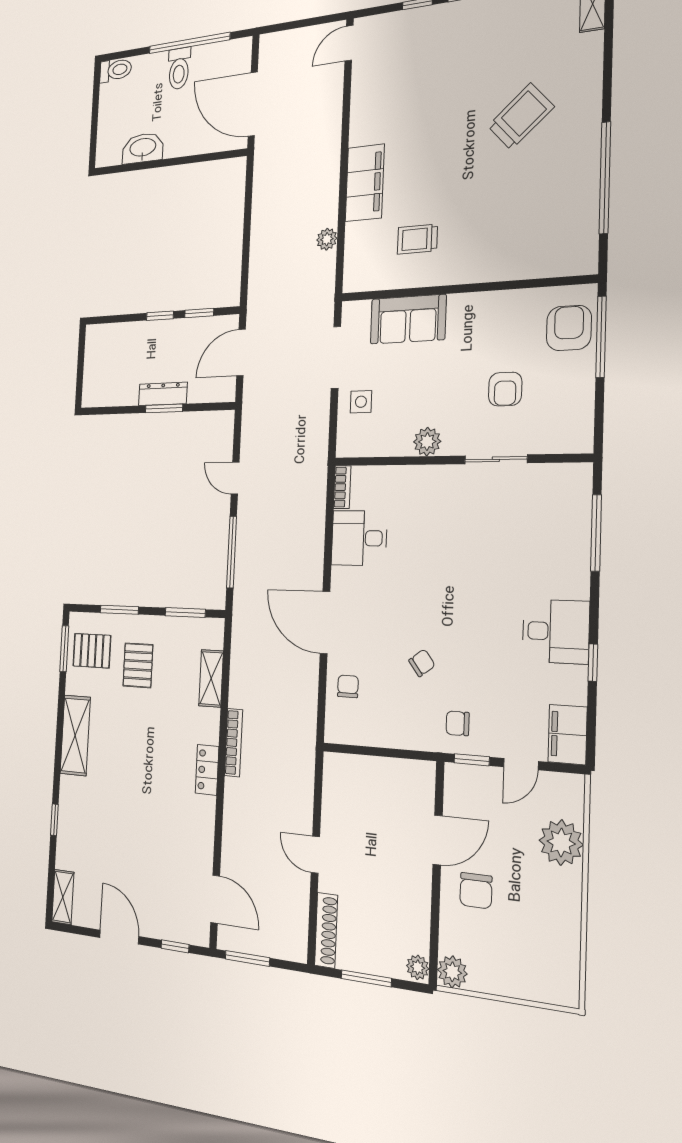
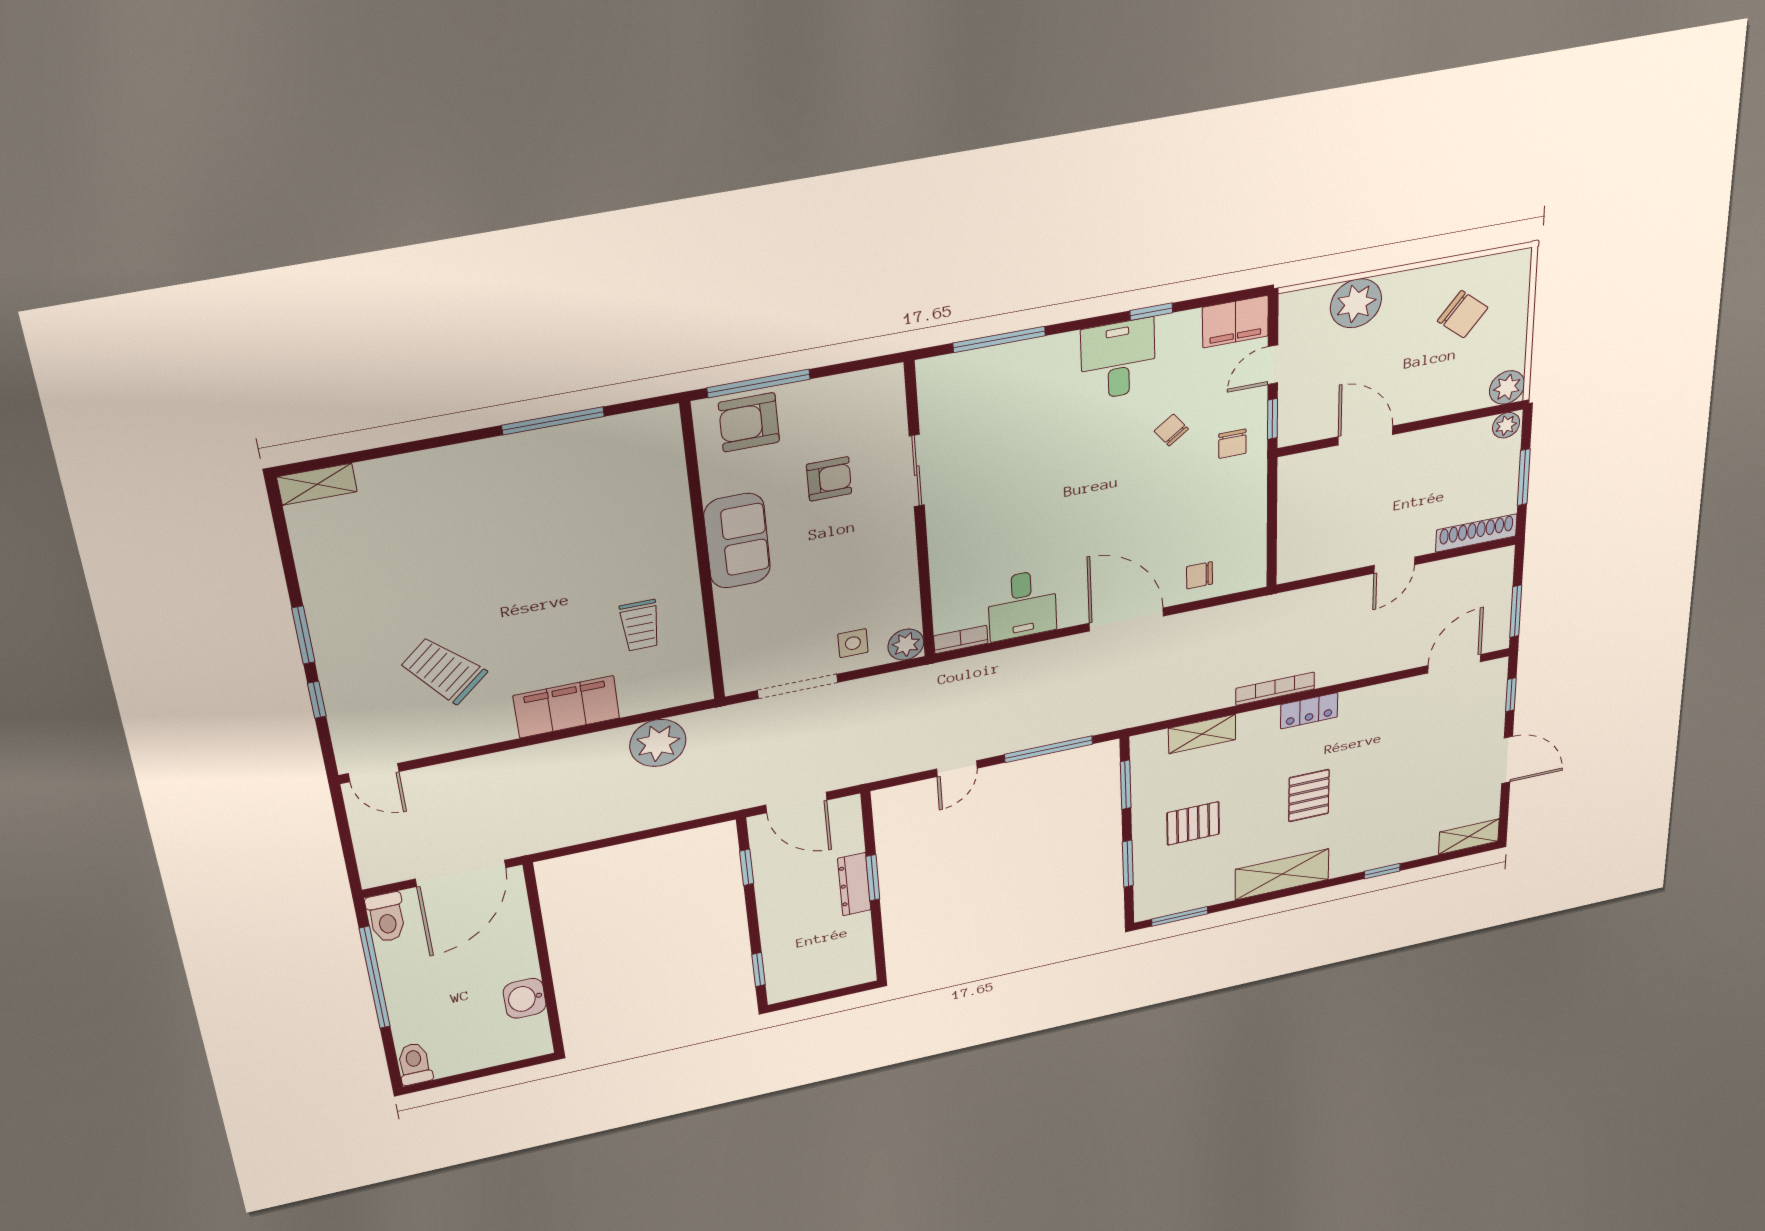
toilet: (179, 68) -> (386, 917), moved, turned 90
trolley: (521, 117) -> (443, 670), moved
washbasin: (143, 148) -> (525, 998), width x0.72
window: (605, 178) -> (553, 421), width x0.68
plant: (327, 239) -> (658, 743), width x1.88, depth x1.88
window: (160, 316) -> (759, 970), moved
sofa: (408, 319) -> (737, 541), moved
plant: (427, 442) -> (906, 645), moved
door: (325, 623) -> (1126, 620), swing flipped
pallet: (92, 651) -> (1309, 796), moved
chair: (422, 663) -> (1171, 430), moved
door: (521, 764) -> (1273, 365), swing flipped
chair: (476, 891) -> (1463, 314), moved, turned 40
door: (119, 937) -> (1507, 760), swing flipped

